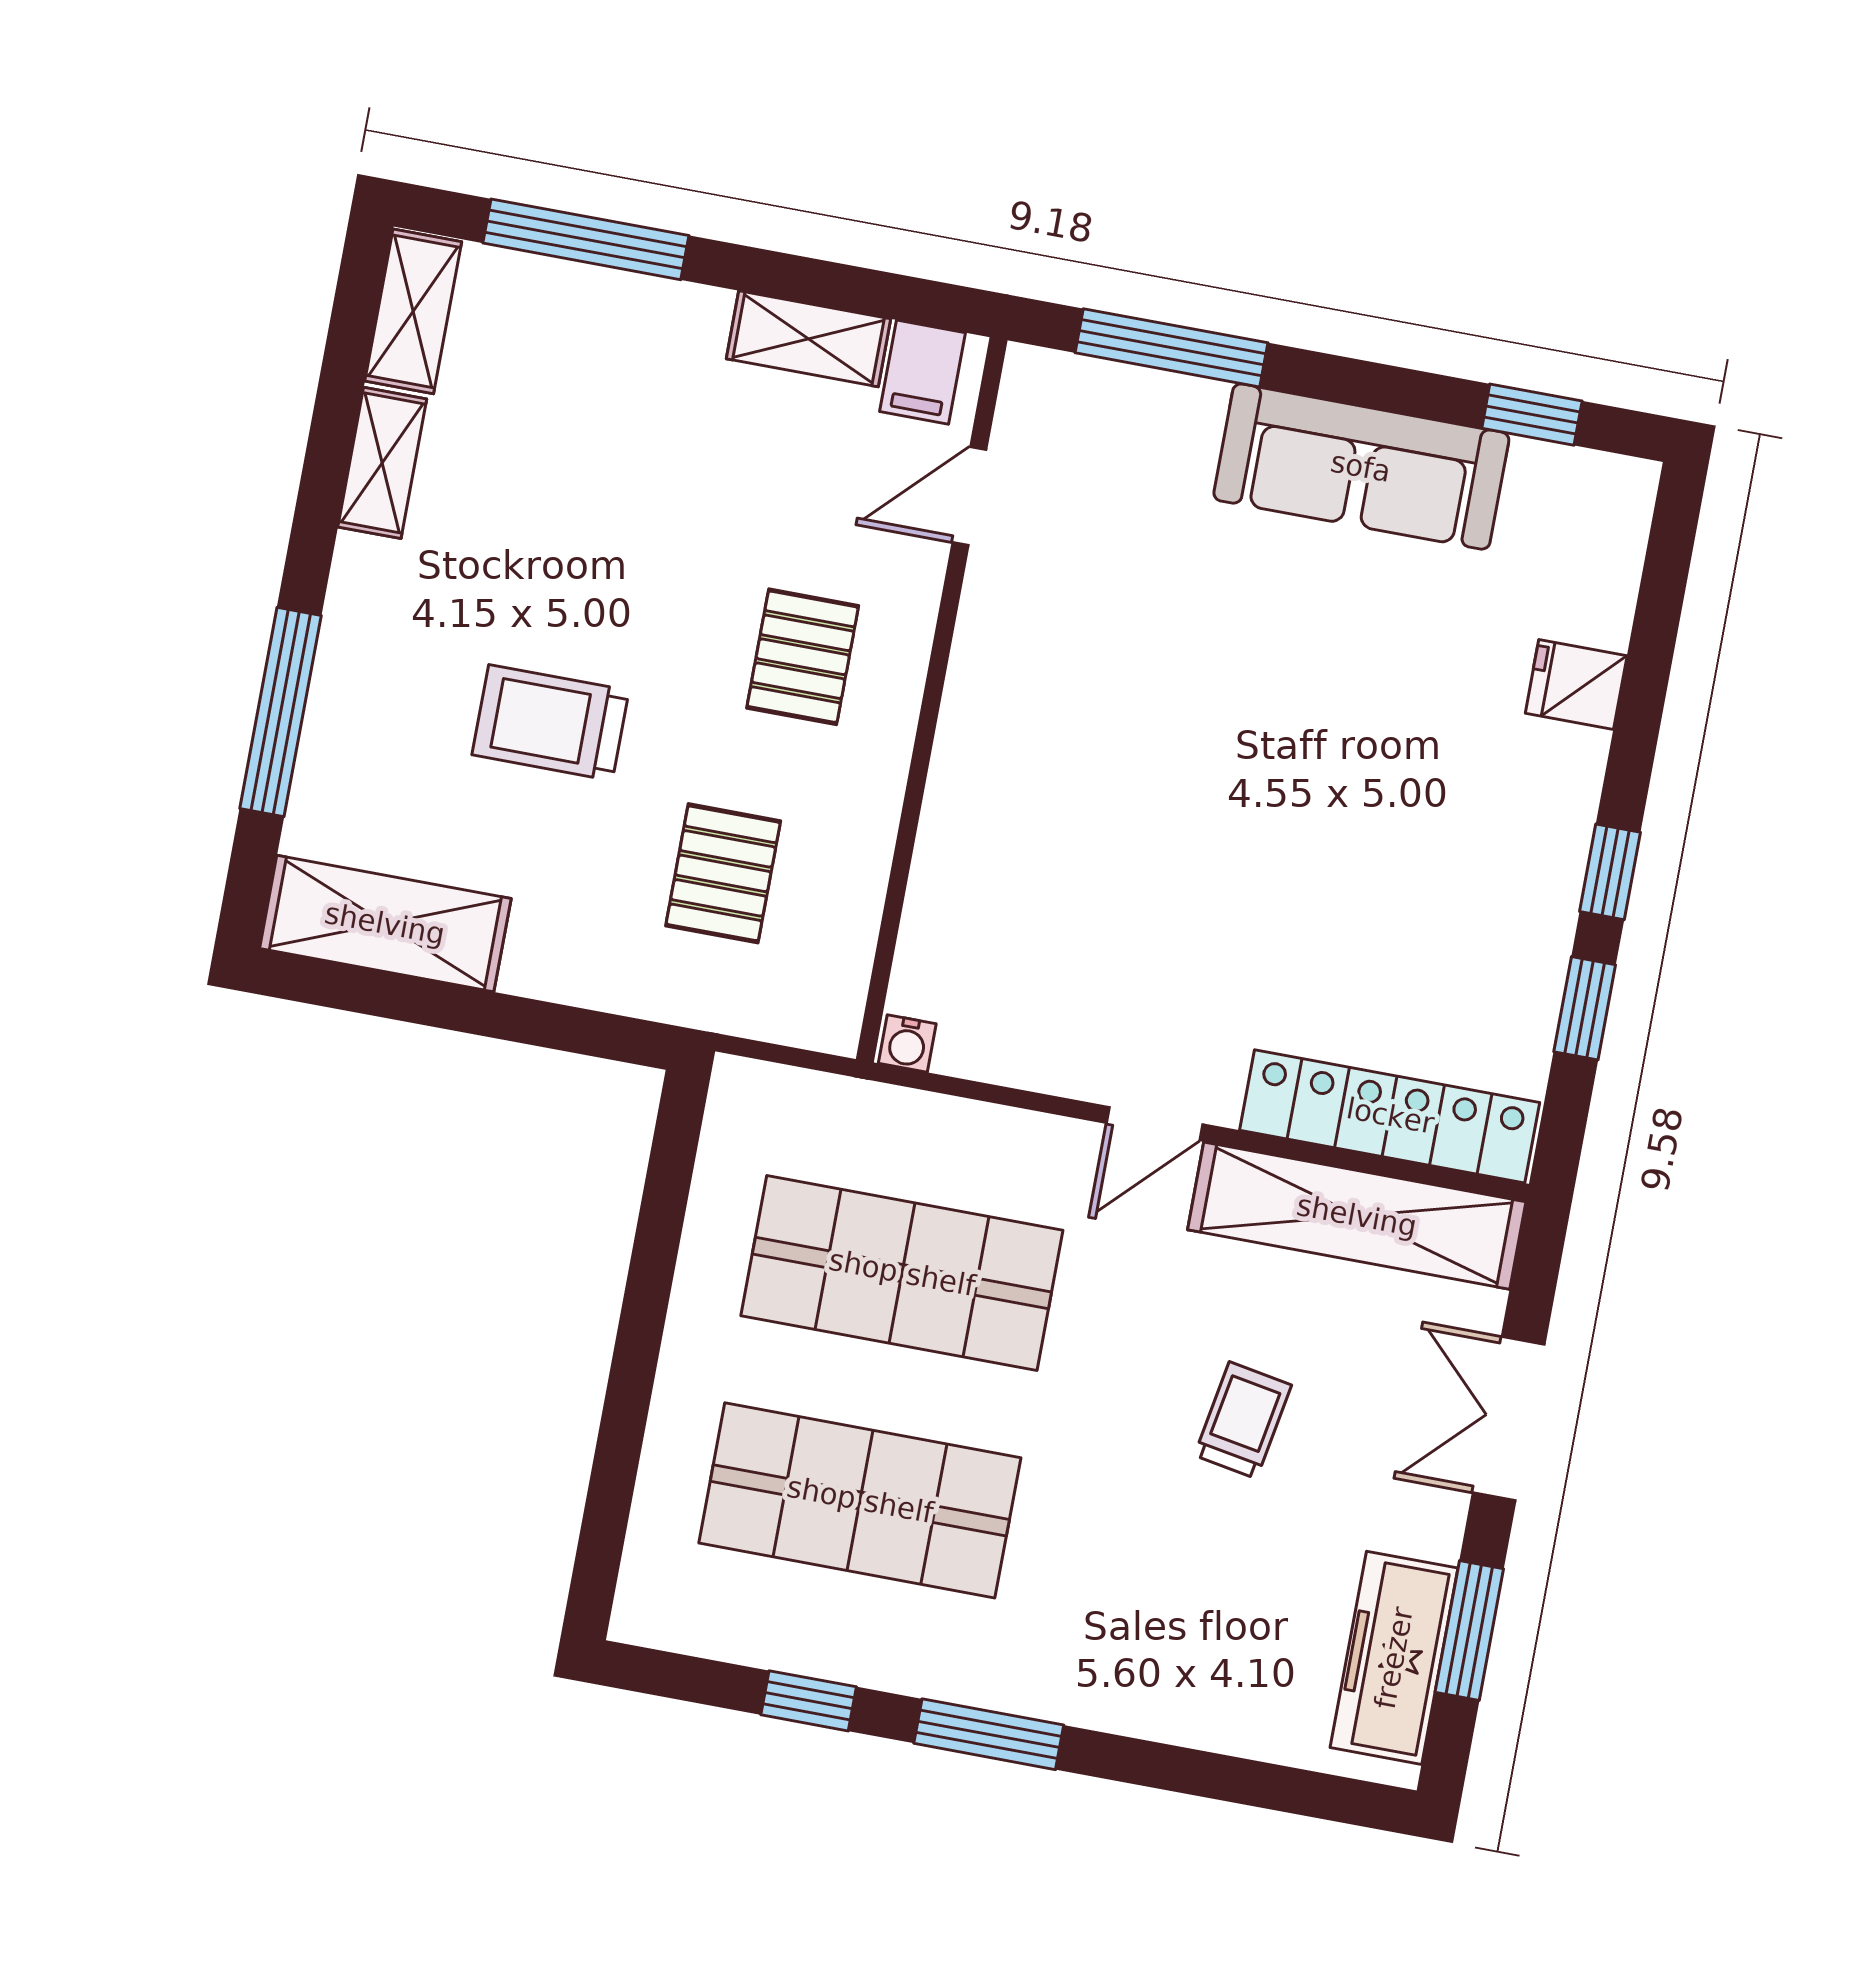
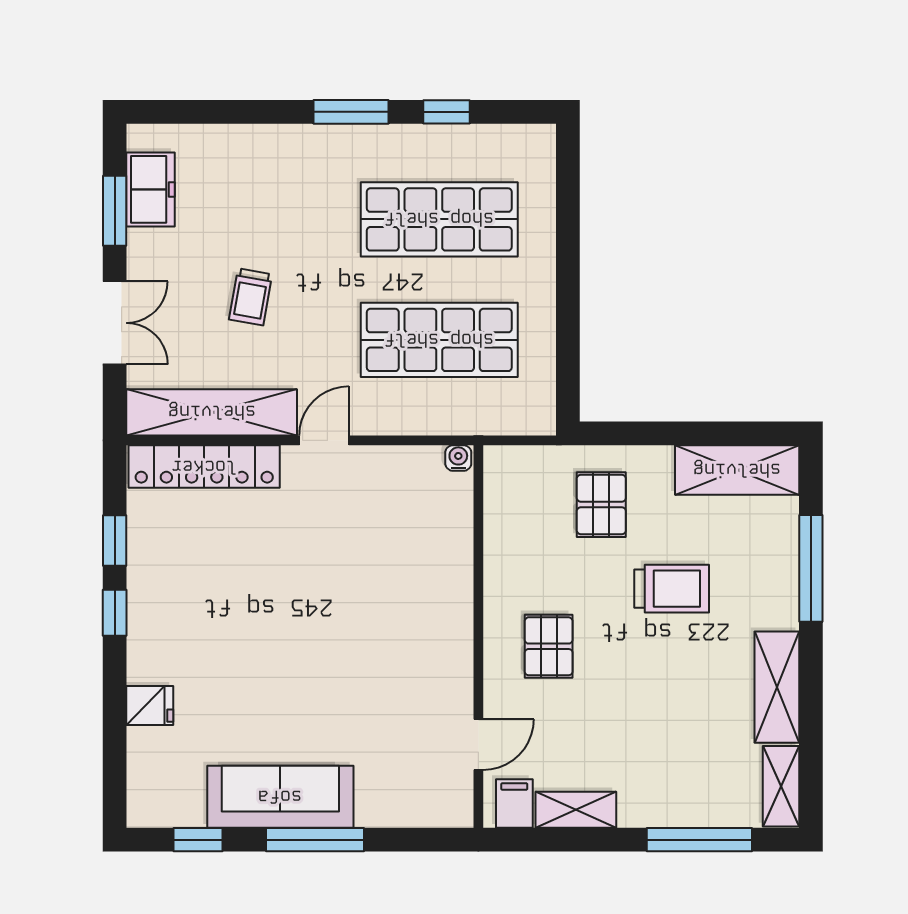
window: (1171, 348) -> (315, 840), moved
shelving: (382, 463) -> (777, 687), width x1.50, depth x1.33
pallet: (723, 873) -> (601, 505), moved
freezer: (1394, 1658) -> (151, 189), width x0.71

